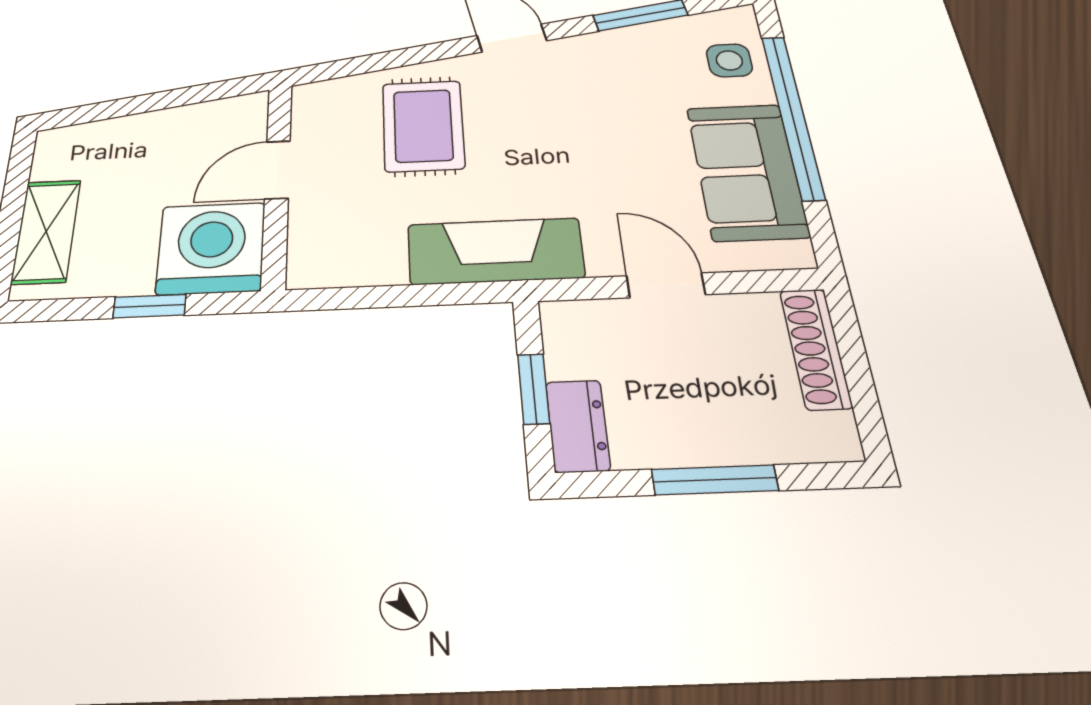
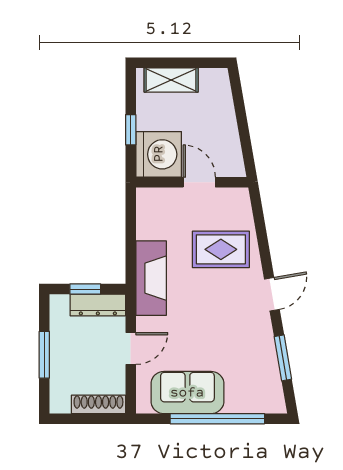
side table: (729, 60) -> (252, 396), removed
dresser: (578, 426) -> (98, 305), moved, width x1.44

